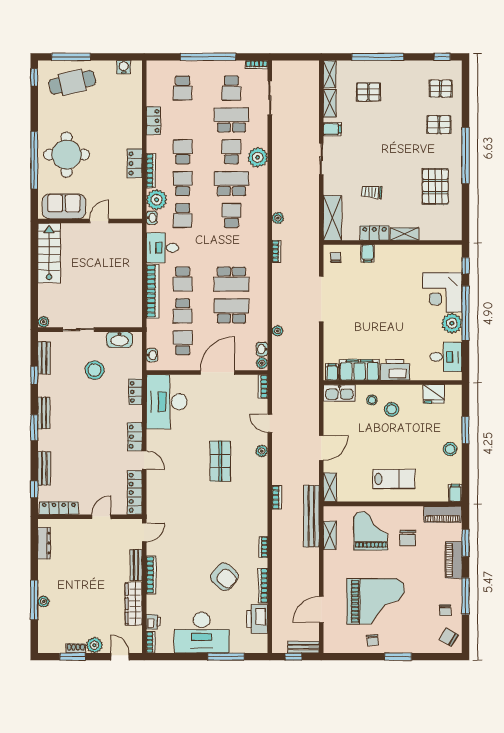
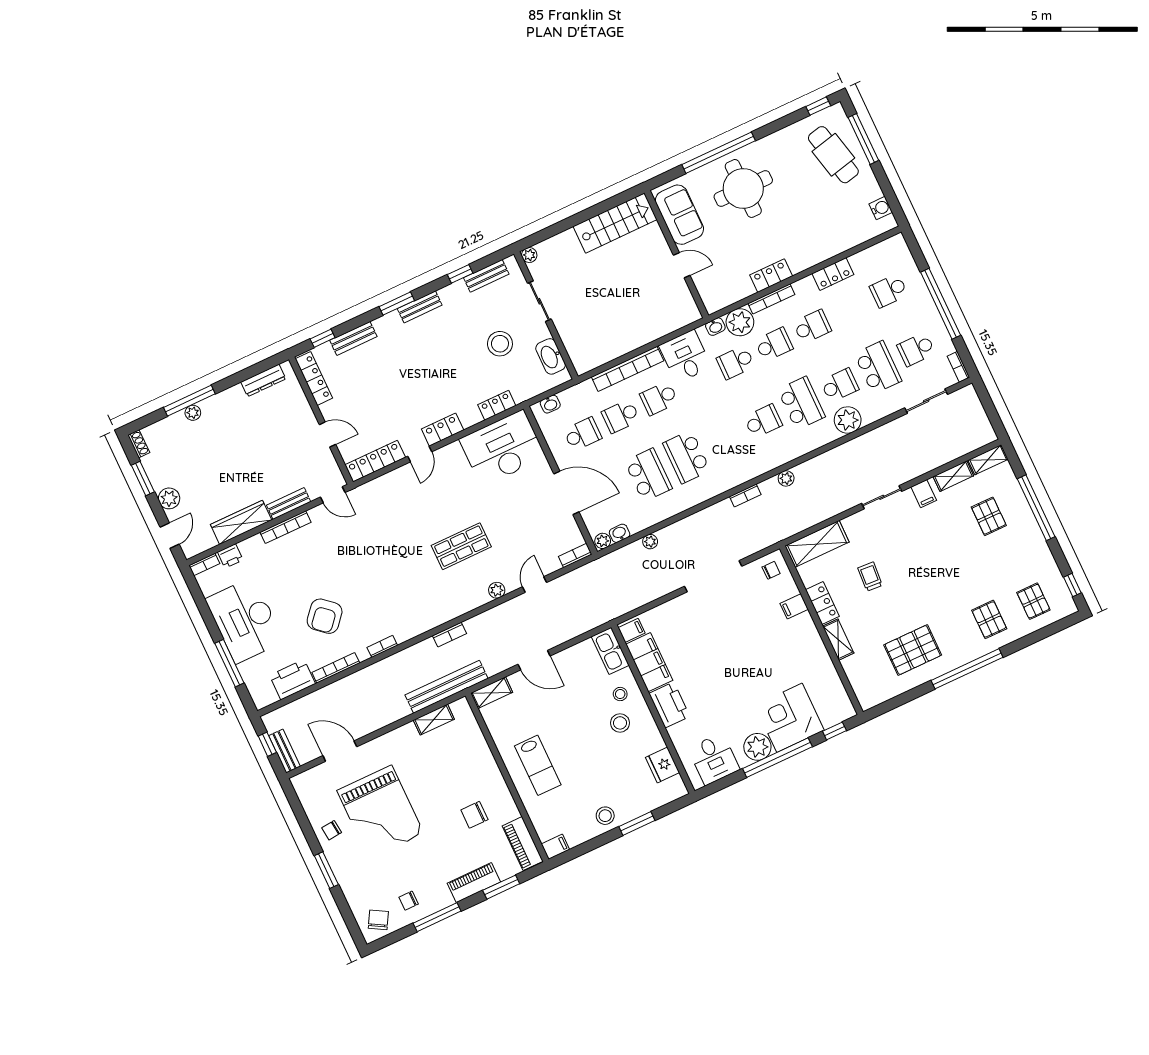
grand piano: (371, 531) -> (462, 766), removed
shoe rack: (76, 648) -> (139, 444), moved

